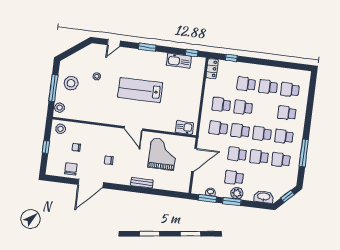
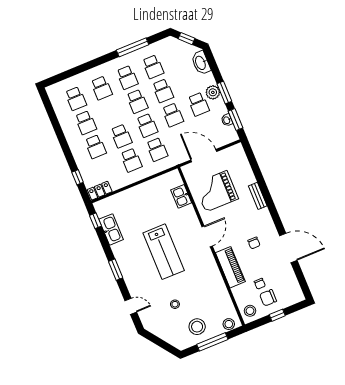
kitchen sink: (184, 128) -> (181, 196), moved
piano: (101, 133) -> (230, 267), added
chair: (71, 169) -> (268, 298), moved

